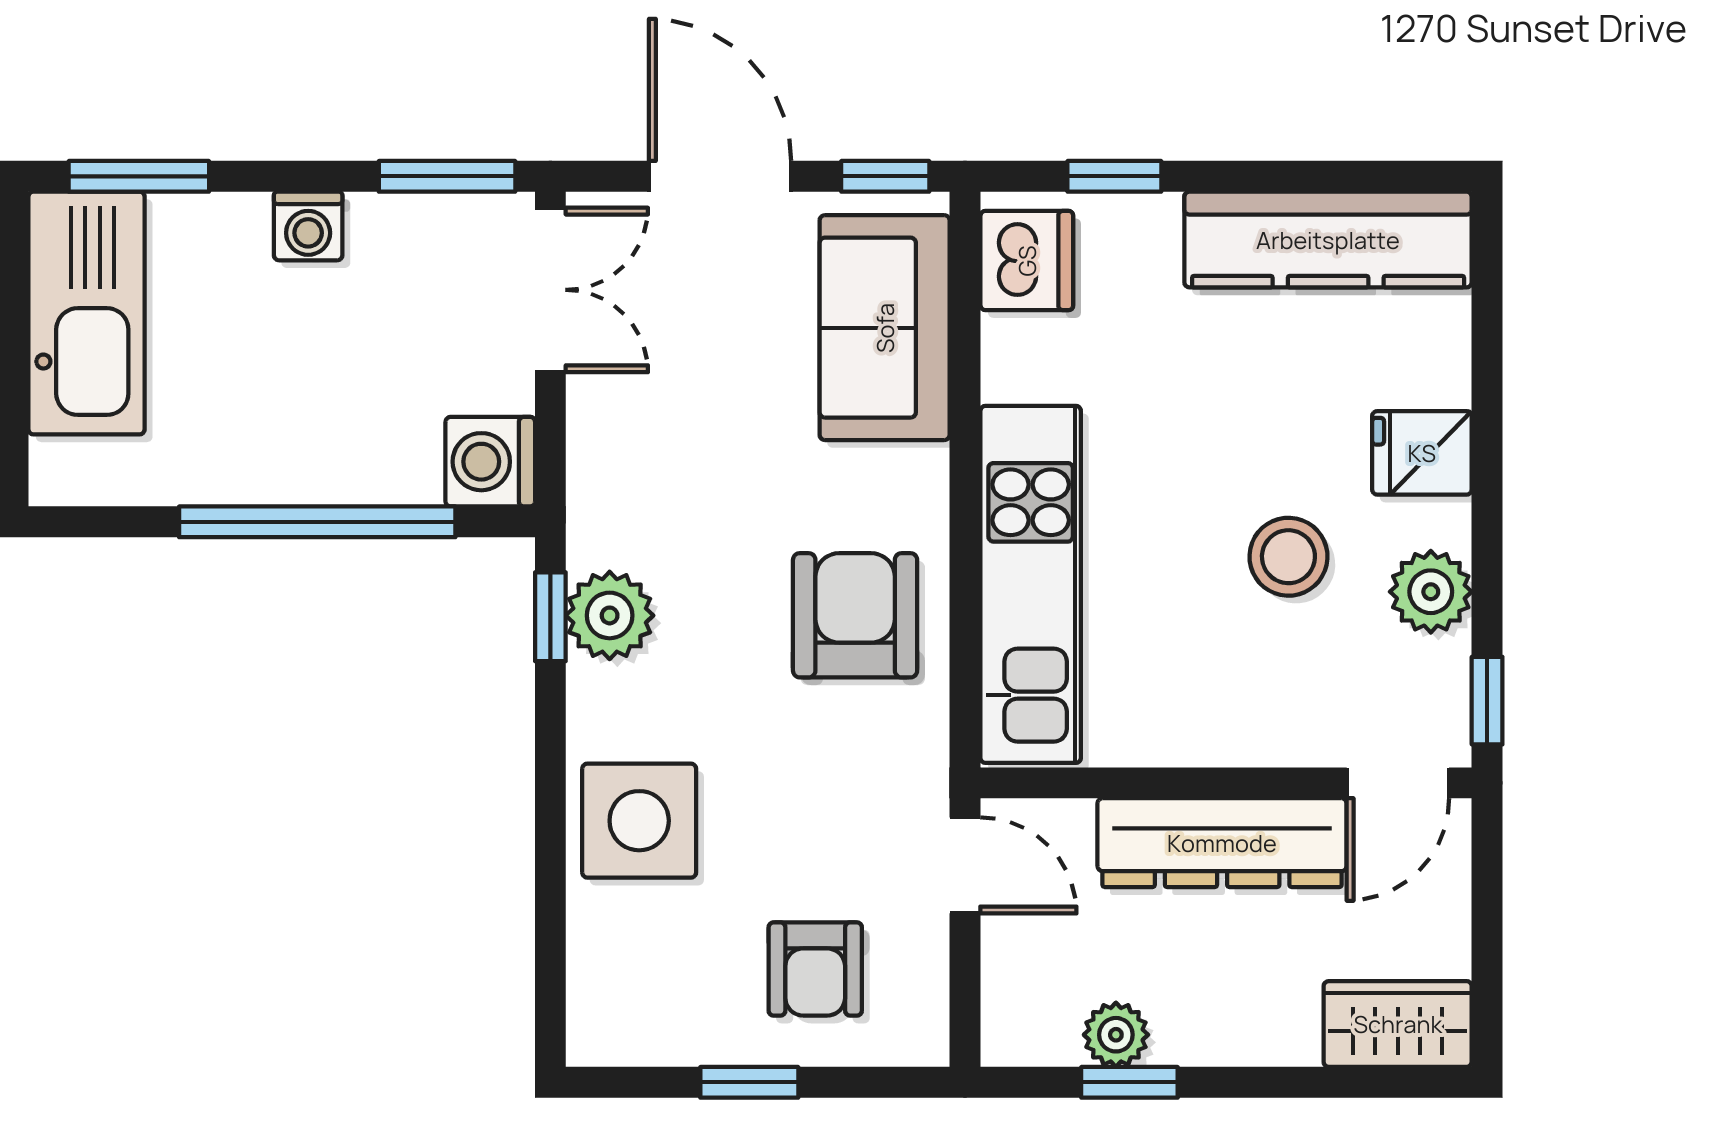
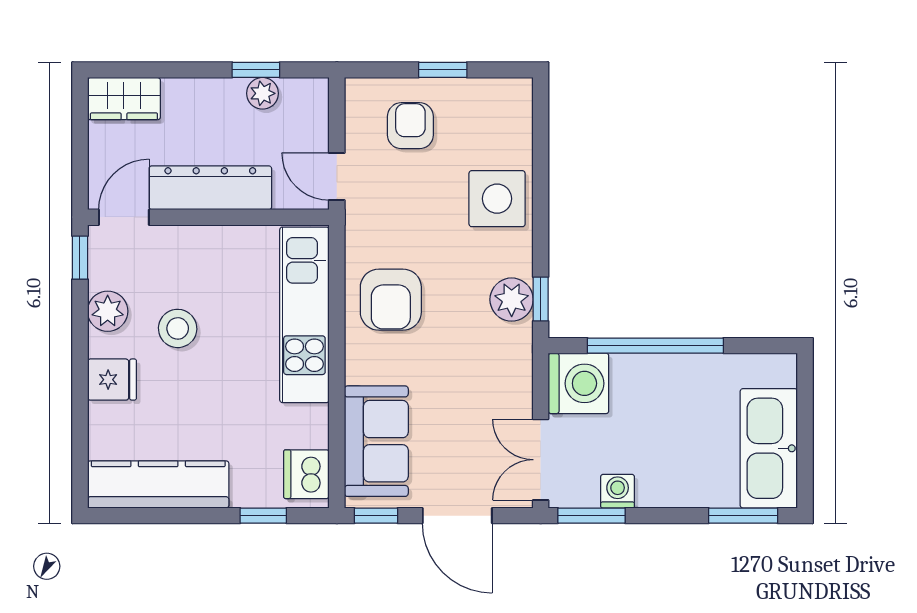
washing machine: (308, 226) -> (618, 491), moved
washing machine: (490, 462) -> (578, 383), width x1.37, depth x1.37

